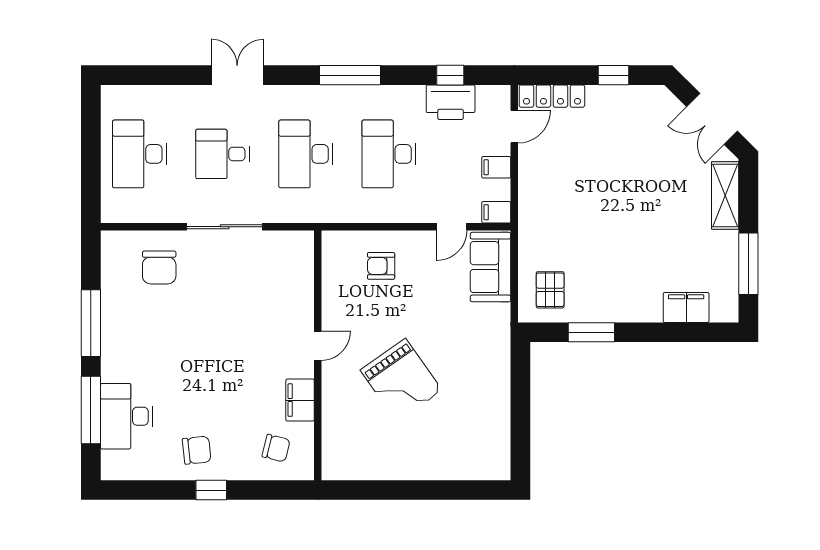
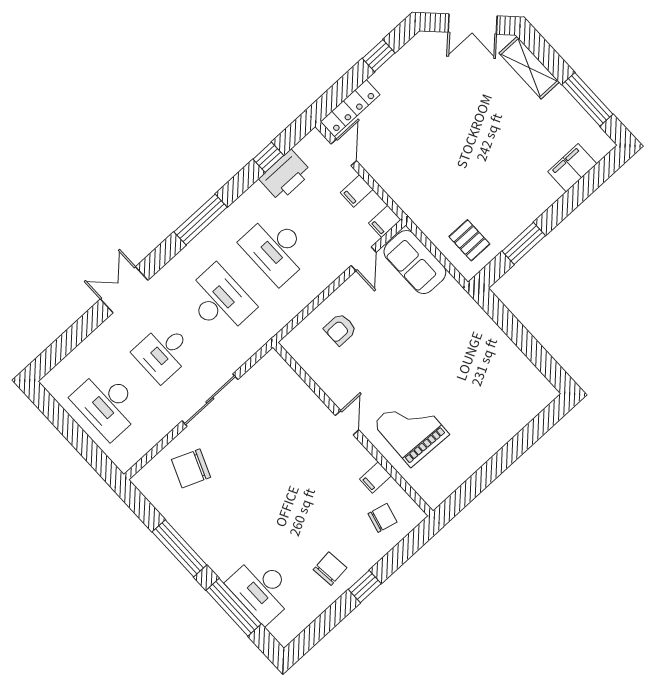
desk: (306, 154) -> (220, 300), turned 180
chair: (159, 267) -> (191, 468), turned 112
grand piano: (401, 380) -> (411, 429), moved, turned -143
filing cabinet: (300, 400) -> (375, 478), width x0.50

